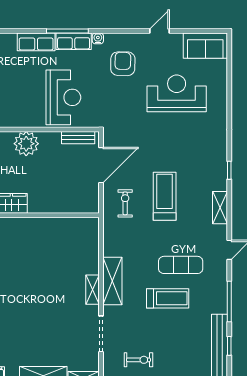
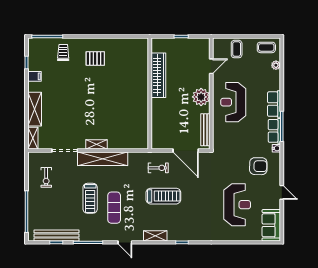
reception desk: (63, 97) -> (233, 102), moved, turned 90
bench: (78, 138) -> (205, 130), width x1.36
shelving: (112, 281) -> (103, 159), width x1.47

